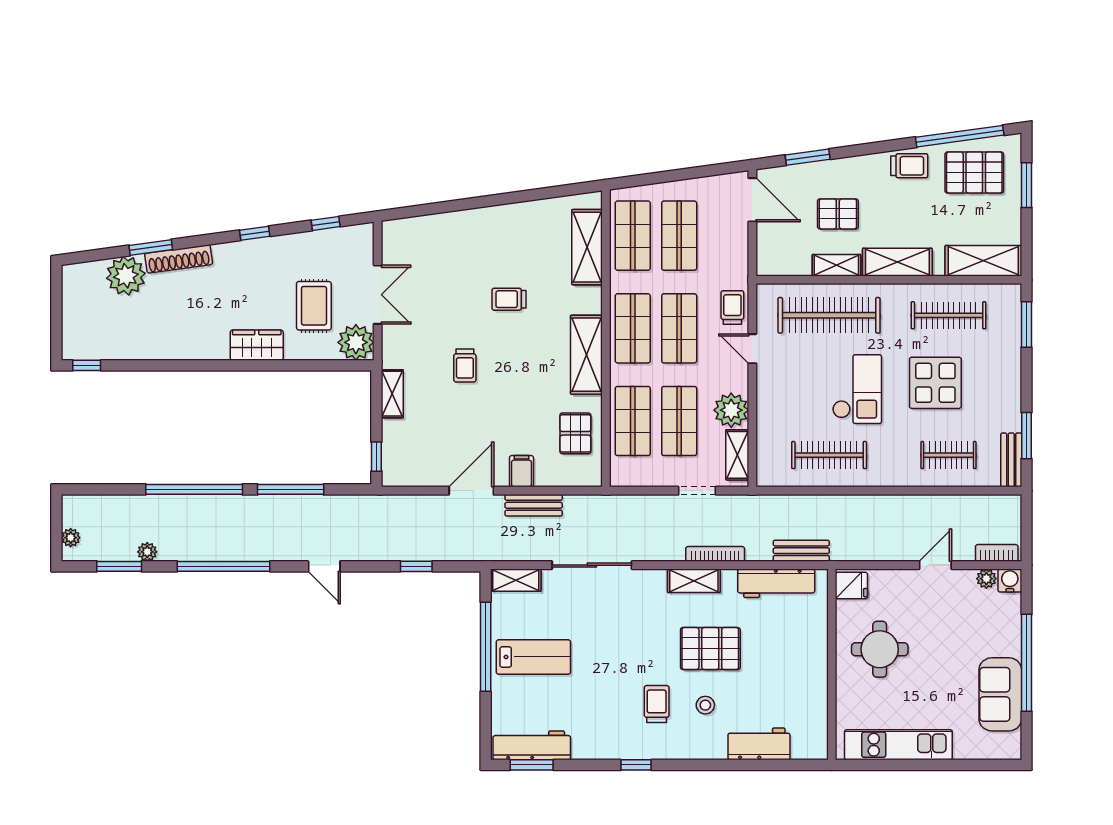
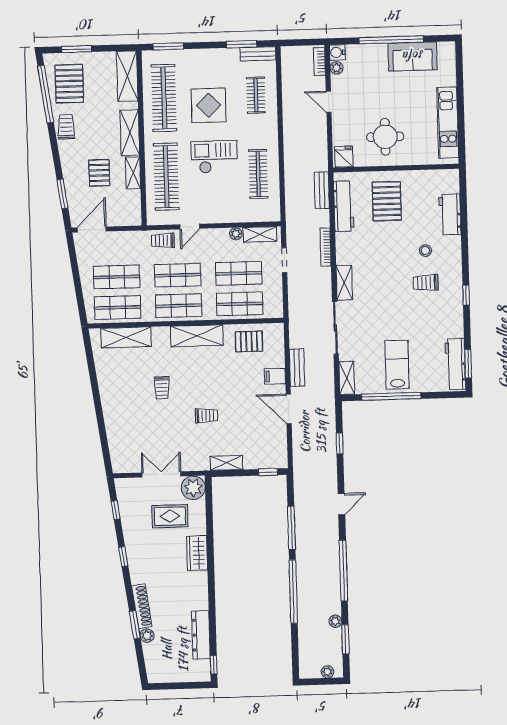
plant: (126, 276) -> (147, 636), width x0.53, depth x0.53
clothes rail: (949, 315) -> (164, 98), width x1.37, depth x1.31
dresser: (132, 347) -> (201, 635), added
plant: (731, 410) -> (236, 234), width x0.53, depth x0.53
shelving: (694, 581) -> (344, 283), moved
pallet: (710, 649) -> (387, 201), moved

